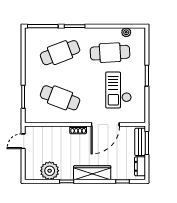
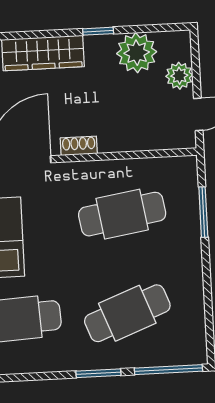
cafe table: (60, 98) -> (122, 214), turned -30
plant: (31, 159) -> (179, 76), added

